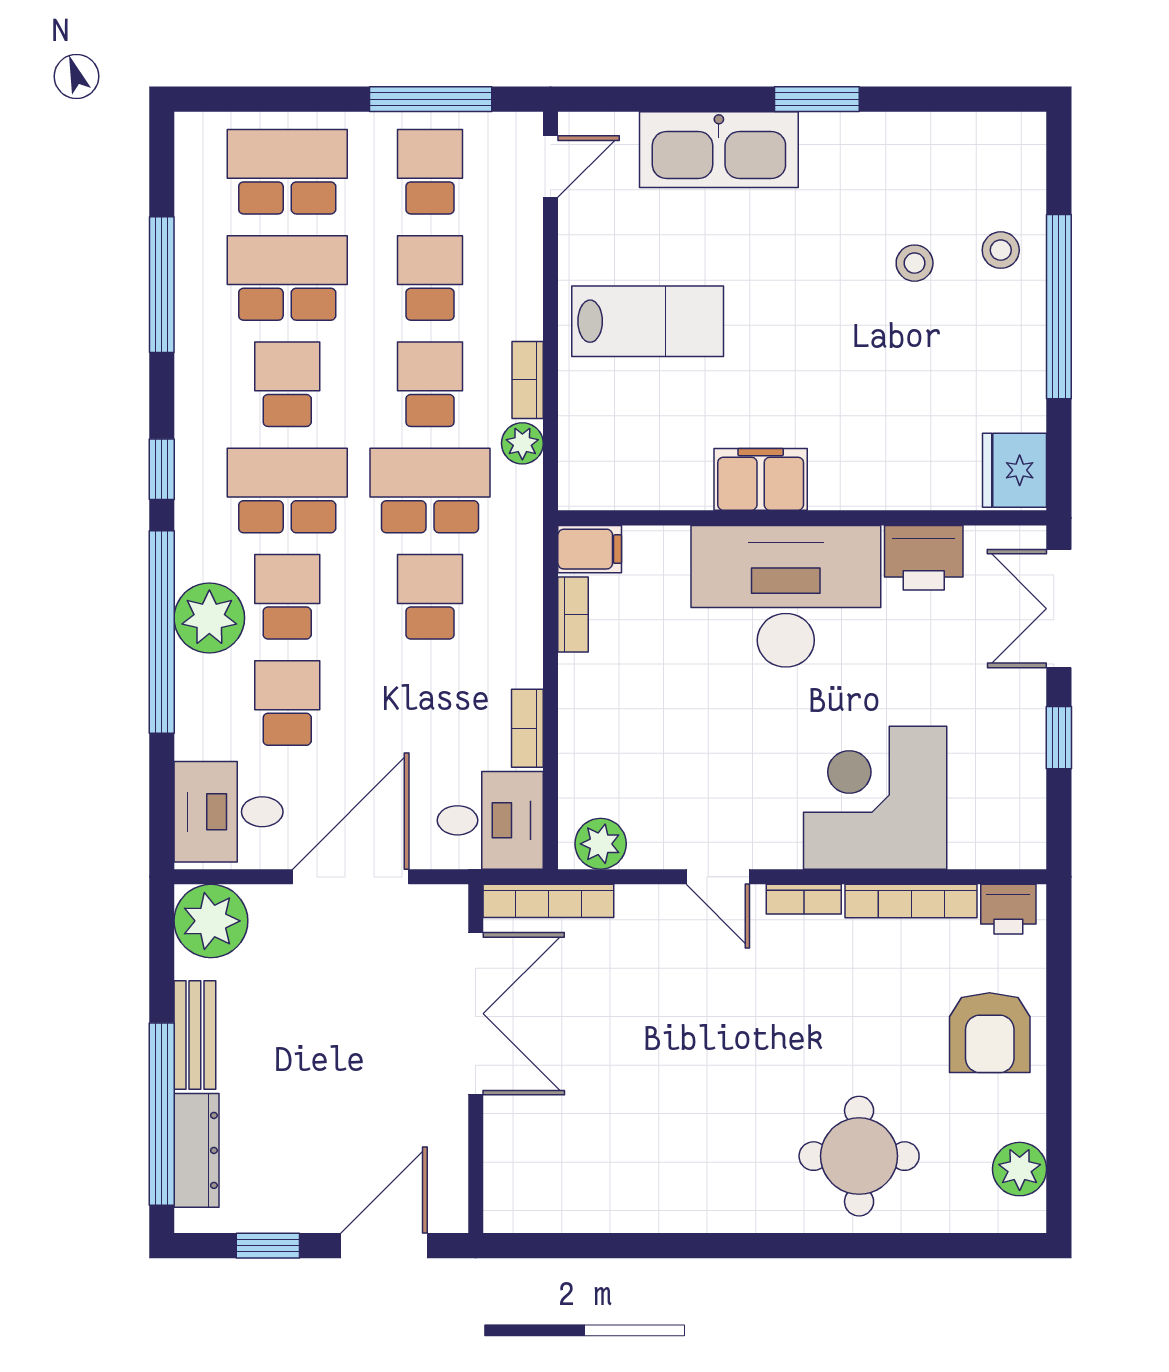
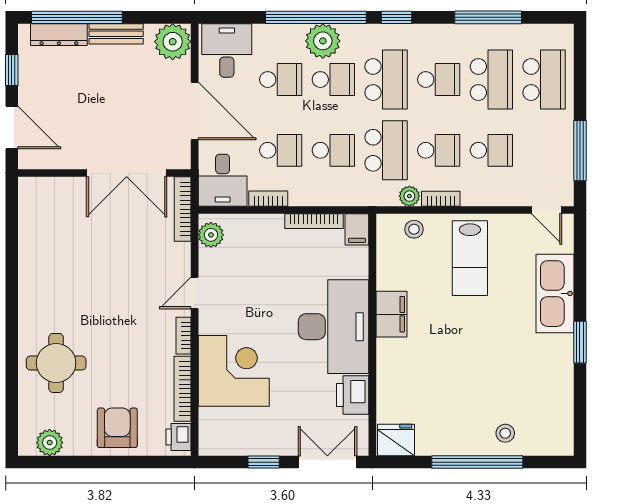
school desk: (430, 172) -> (281, 150), moved
stool: (915, 263) -> (414, 229), moved
bookcase: (573, 614) -> (314, 221), width x1.56
armchair: (990, 1033) -> (117, 428), turned 90

